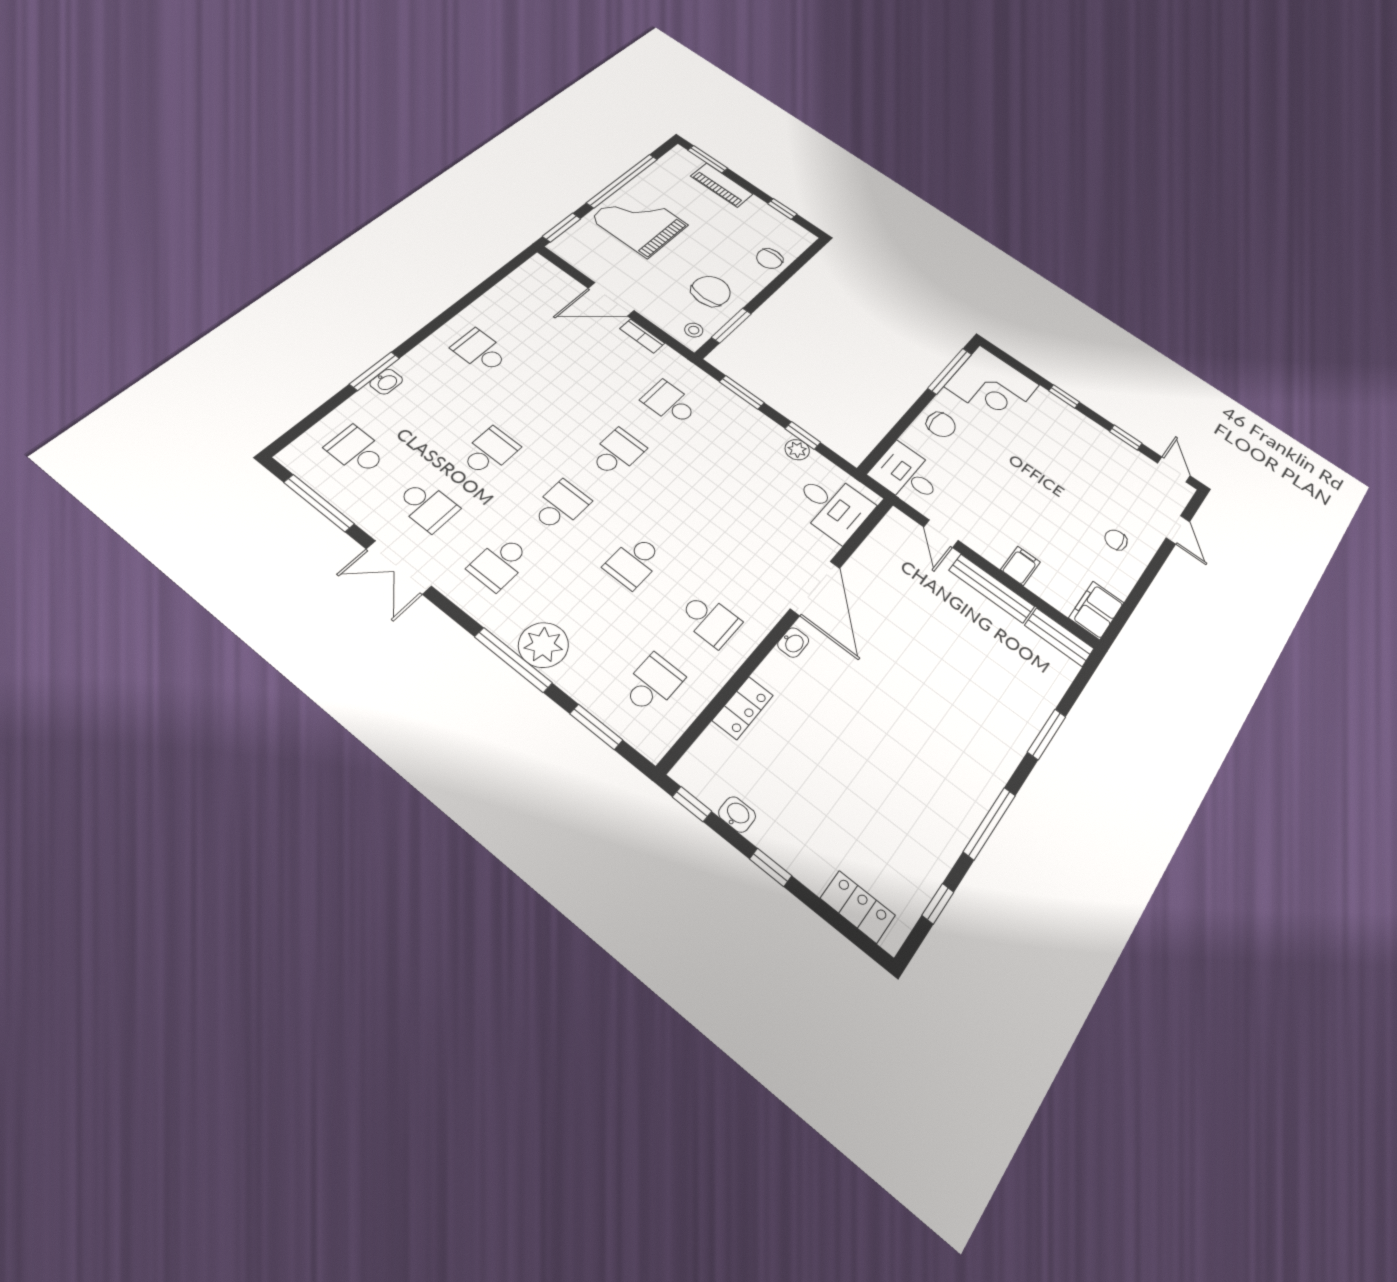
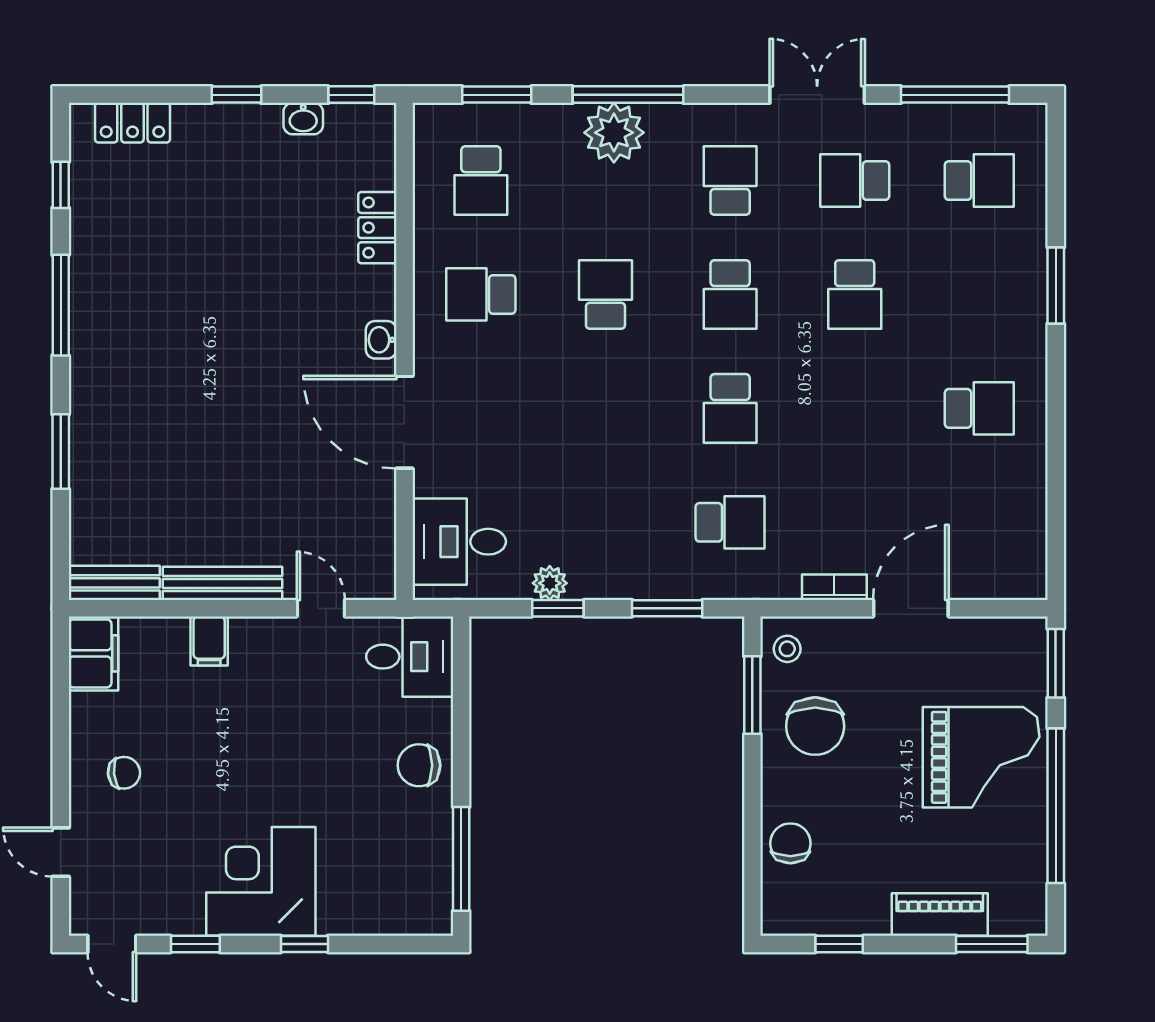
washbasin: (386, 382) -> (1032, 284), removed
corner desk: (992, 386) -> (261, 881), moved

